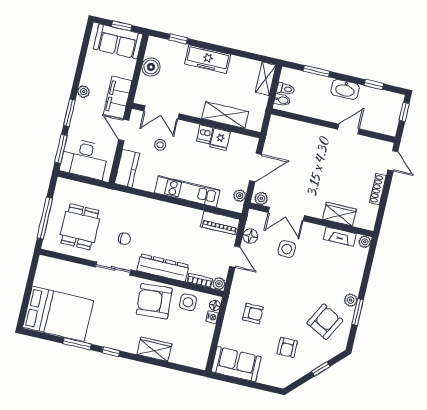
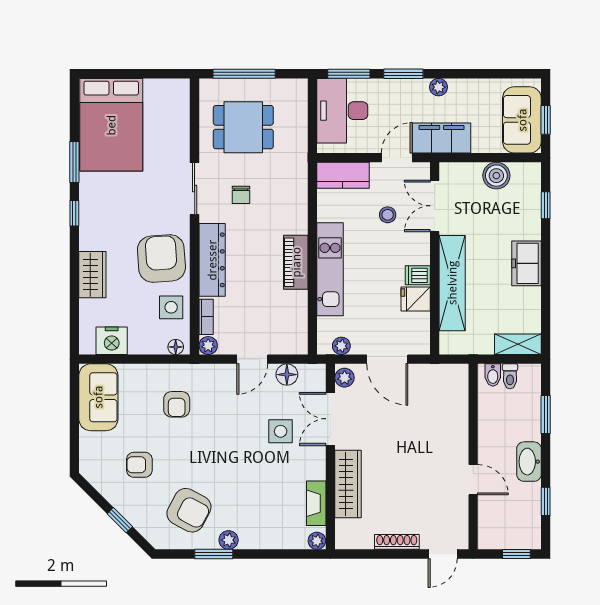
freezer: (208, 59) -> (526, 263), width x0.71
shelving: (225, 115) -> (452, 283), width x1.47
wardrobe: (340, 214) -> (348, 484), width x1.50
piano: (220, 223) -> (296, 262), moved
nightstand: (212, 317) -> (112, 341), moved, width x1.89, depth x1.79

